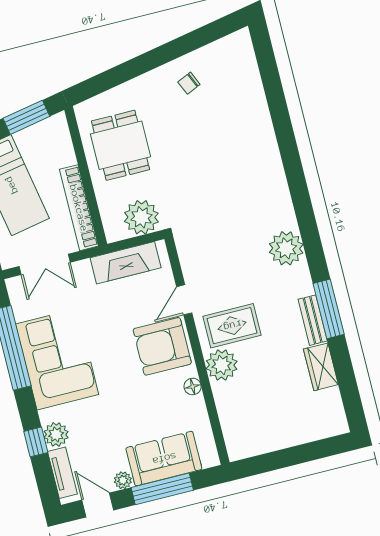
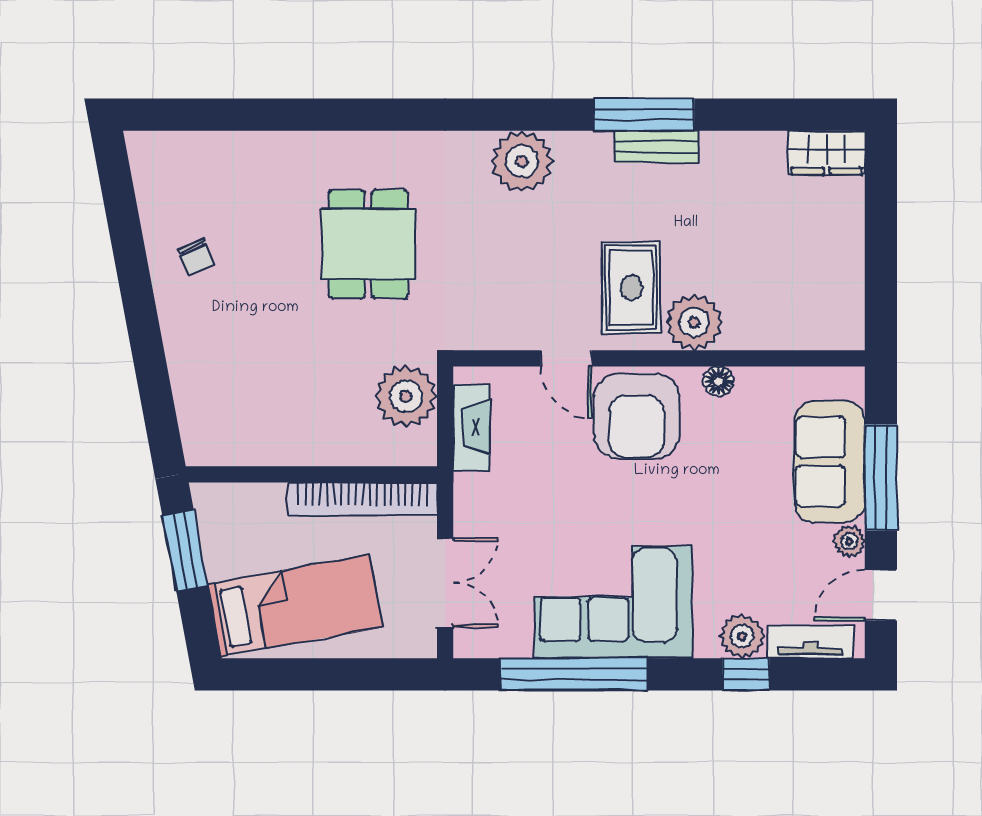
dining table: (121, 145) -> (368, 244), moved, turned 90
fireplace: (126, 263) -> (471, 427), width x0.73, depth x0.76
wardrobe: (321, 367) -> (827, 153), moved

